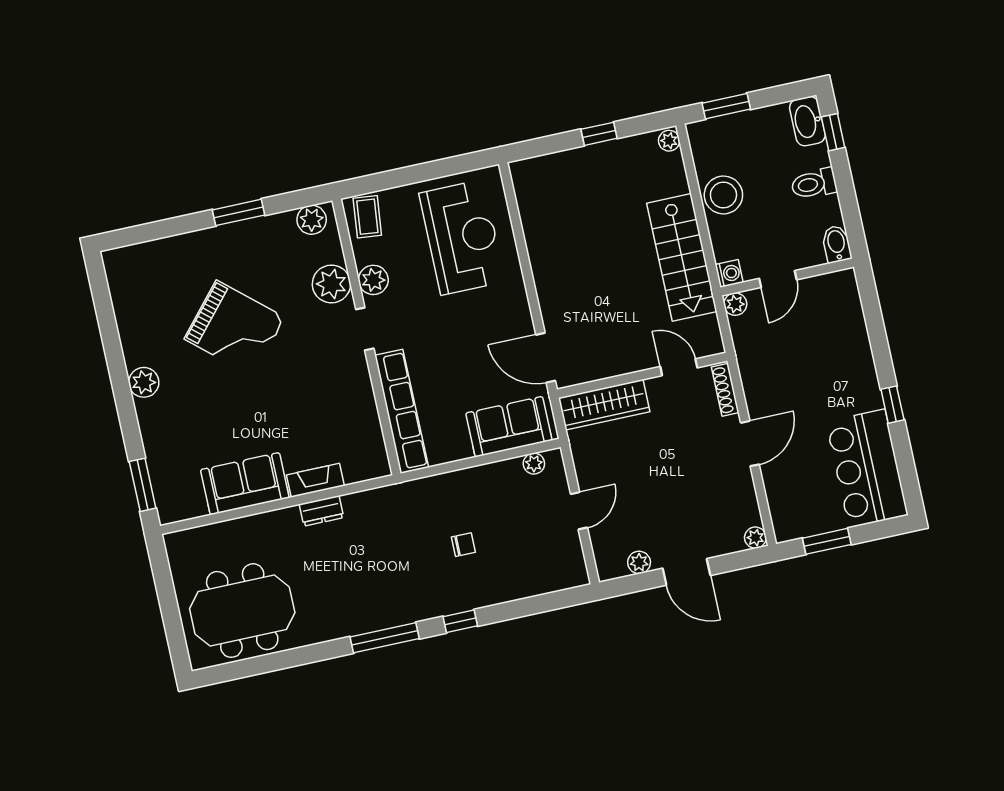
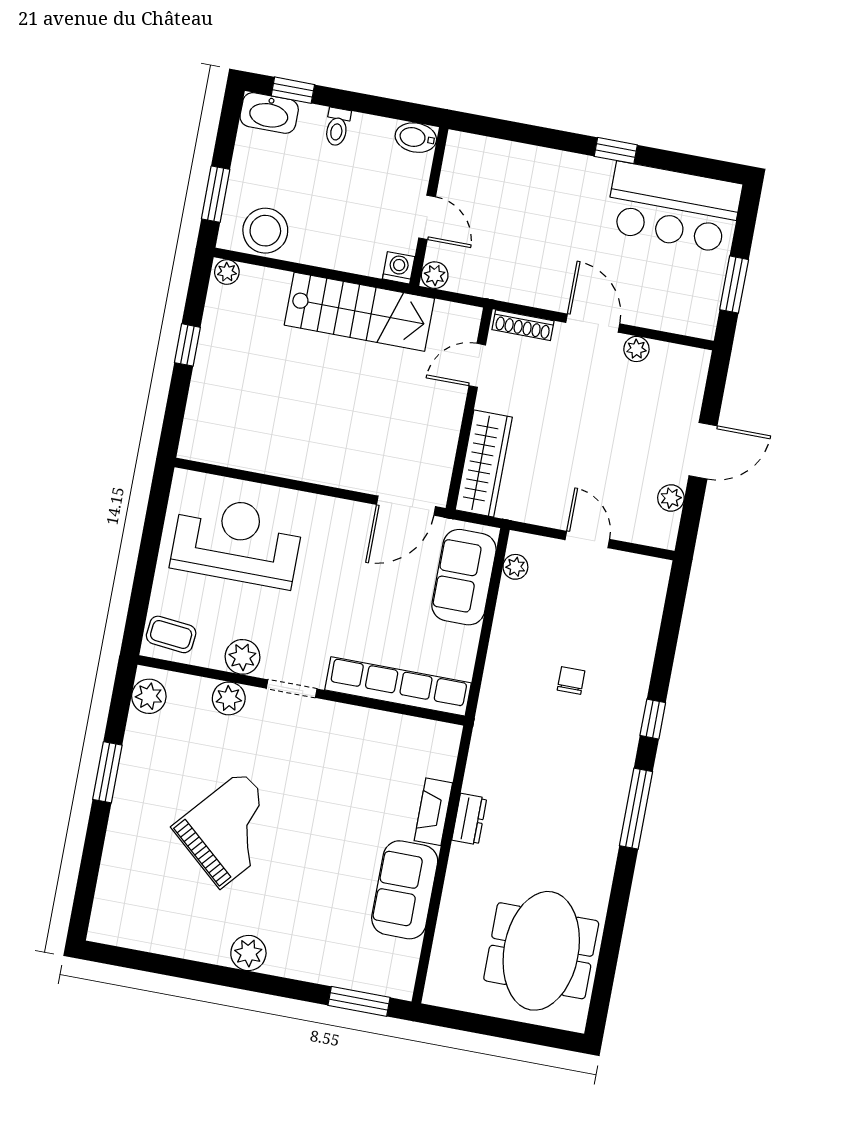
toilet: (814, 184) -> (337, 127), width x0.73, depth x0.72
stool: (723, 195) -> (265, 231), moved
plant: (331, 284) -> (229, 698), width x0.73, depth x0.73
plant: (755, 538) -> (636, 349), moved

